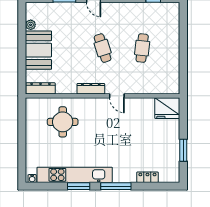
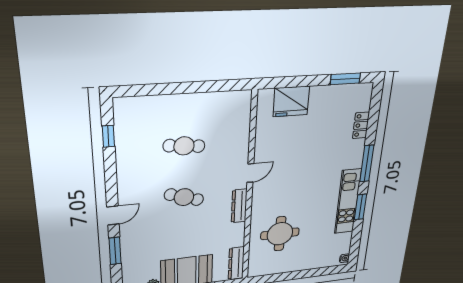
cafe table: (103, 48) -> (184, 197), turned 36
fridge: (167, 108) -> (291, 101), moved, turned 90
window: (183, 150) -> (345, 79), moved
kitchen unit: (75, 175) -> (348, 202), width x0.73

